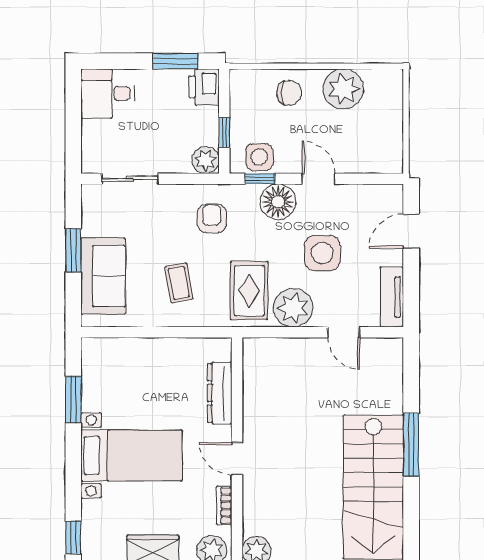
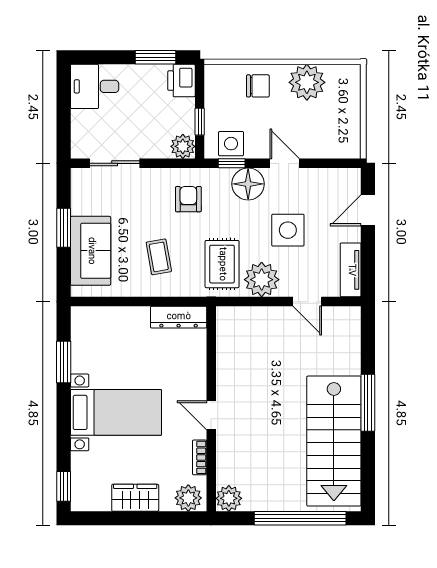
dresser: (220, 393) -> (179, 317), moved, turned -90

